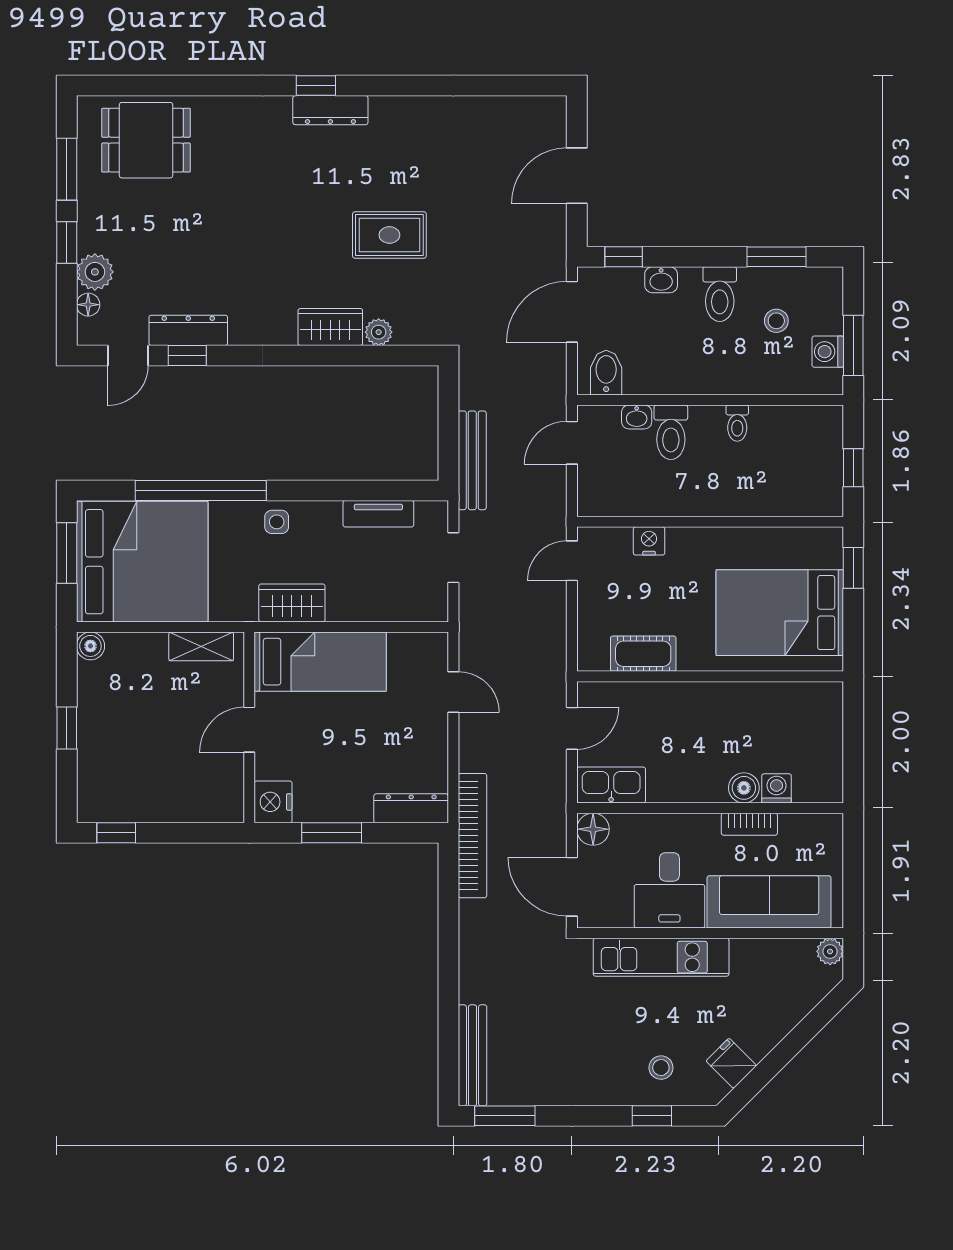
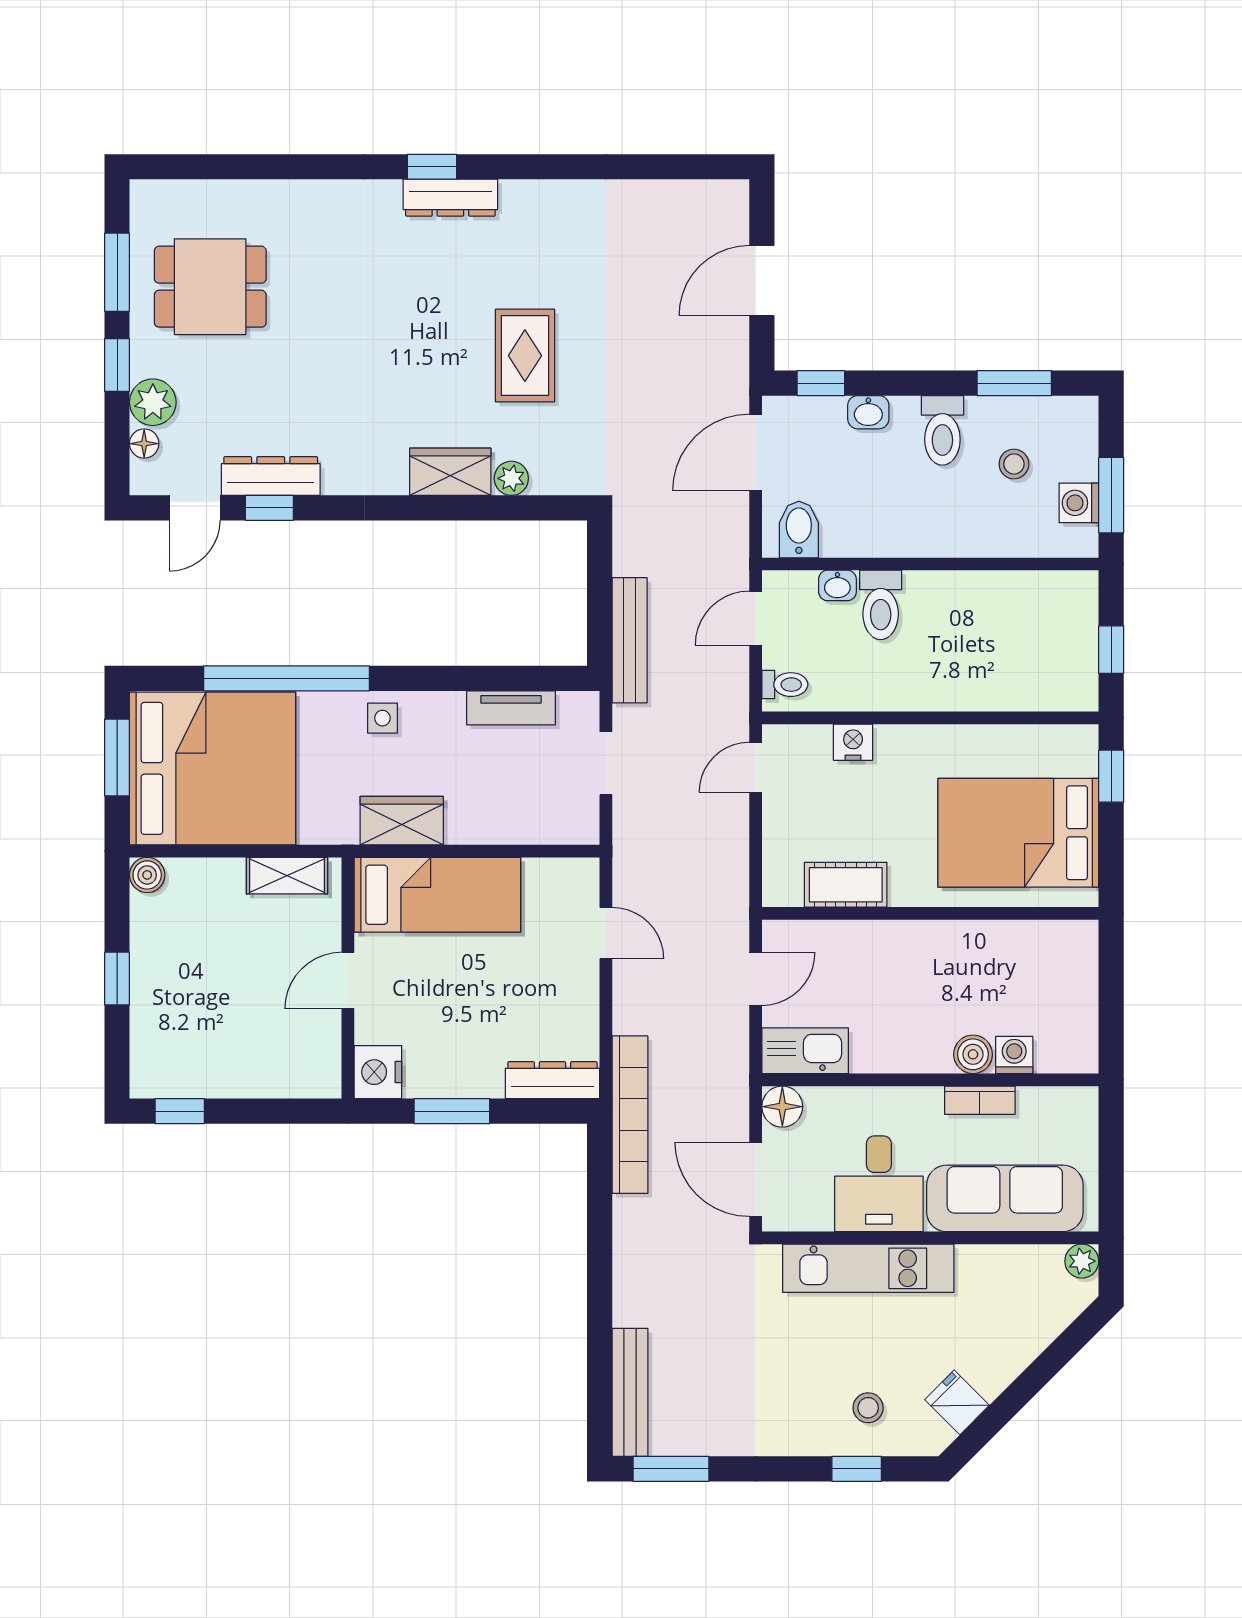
dining table: (146, 140) -> (210, 287), moved
rug: (389, 235) -> (525, 356), turned 90
toilet: (737, 423) -> (785, 685), moved, turned -90

